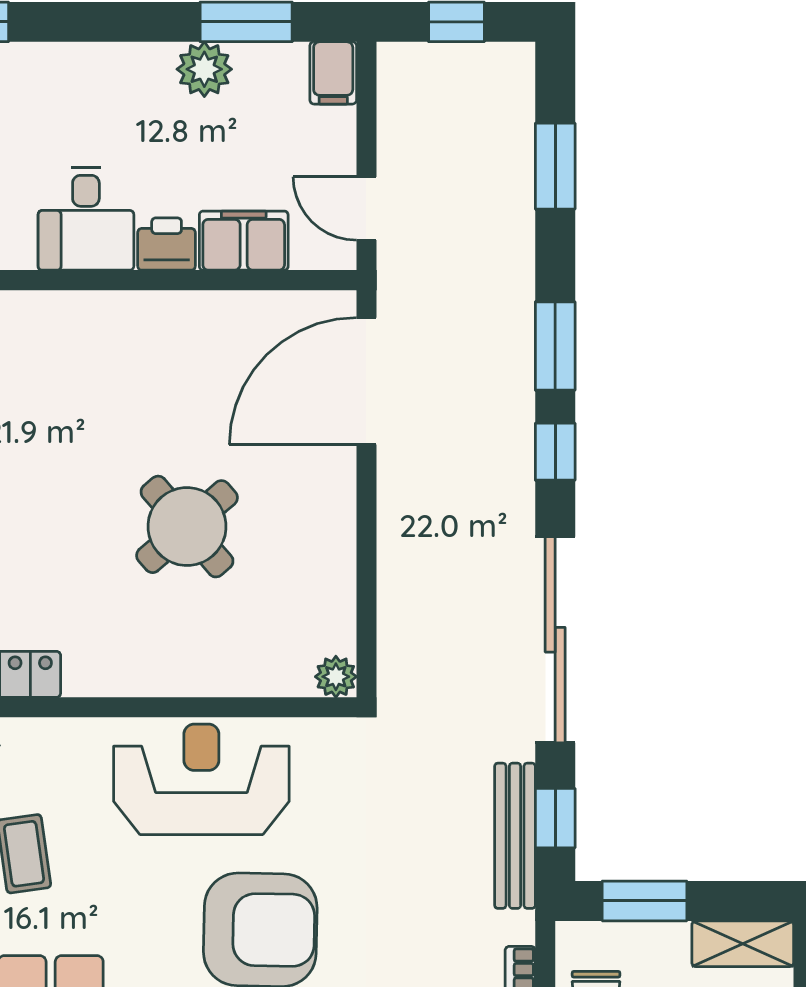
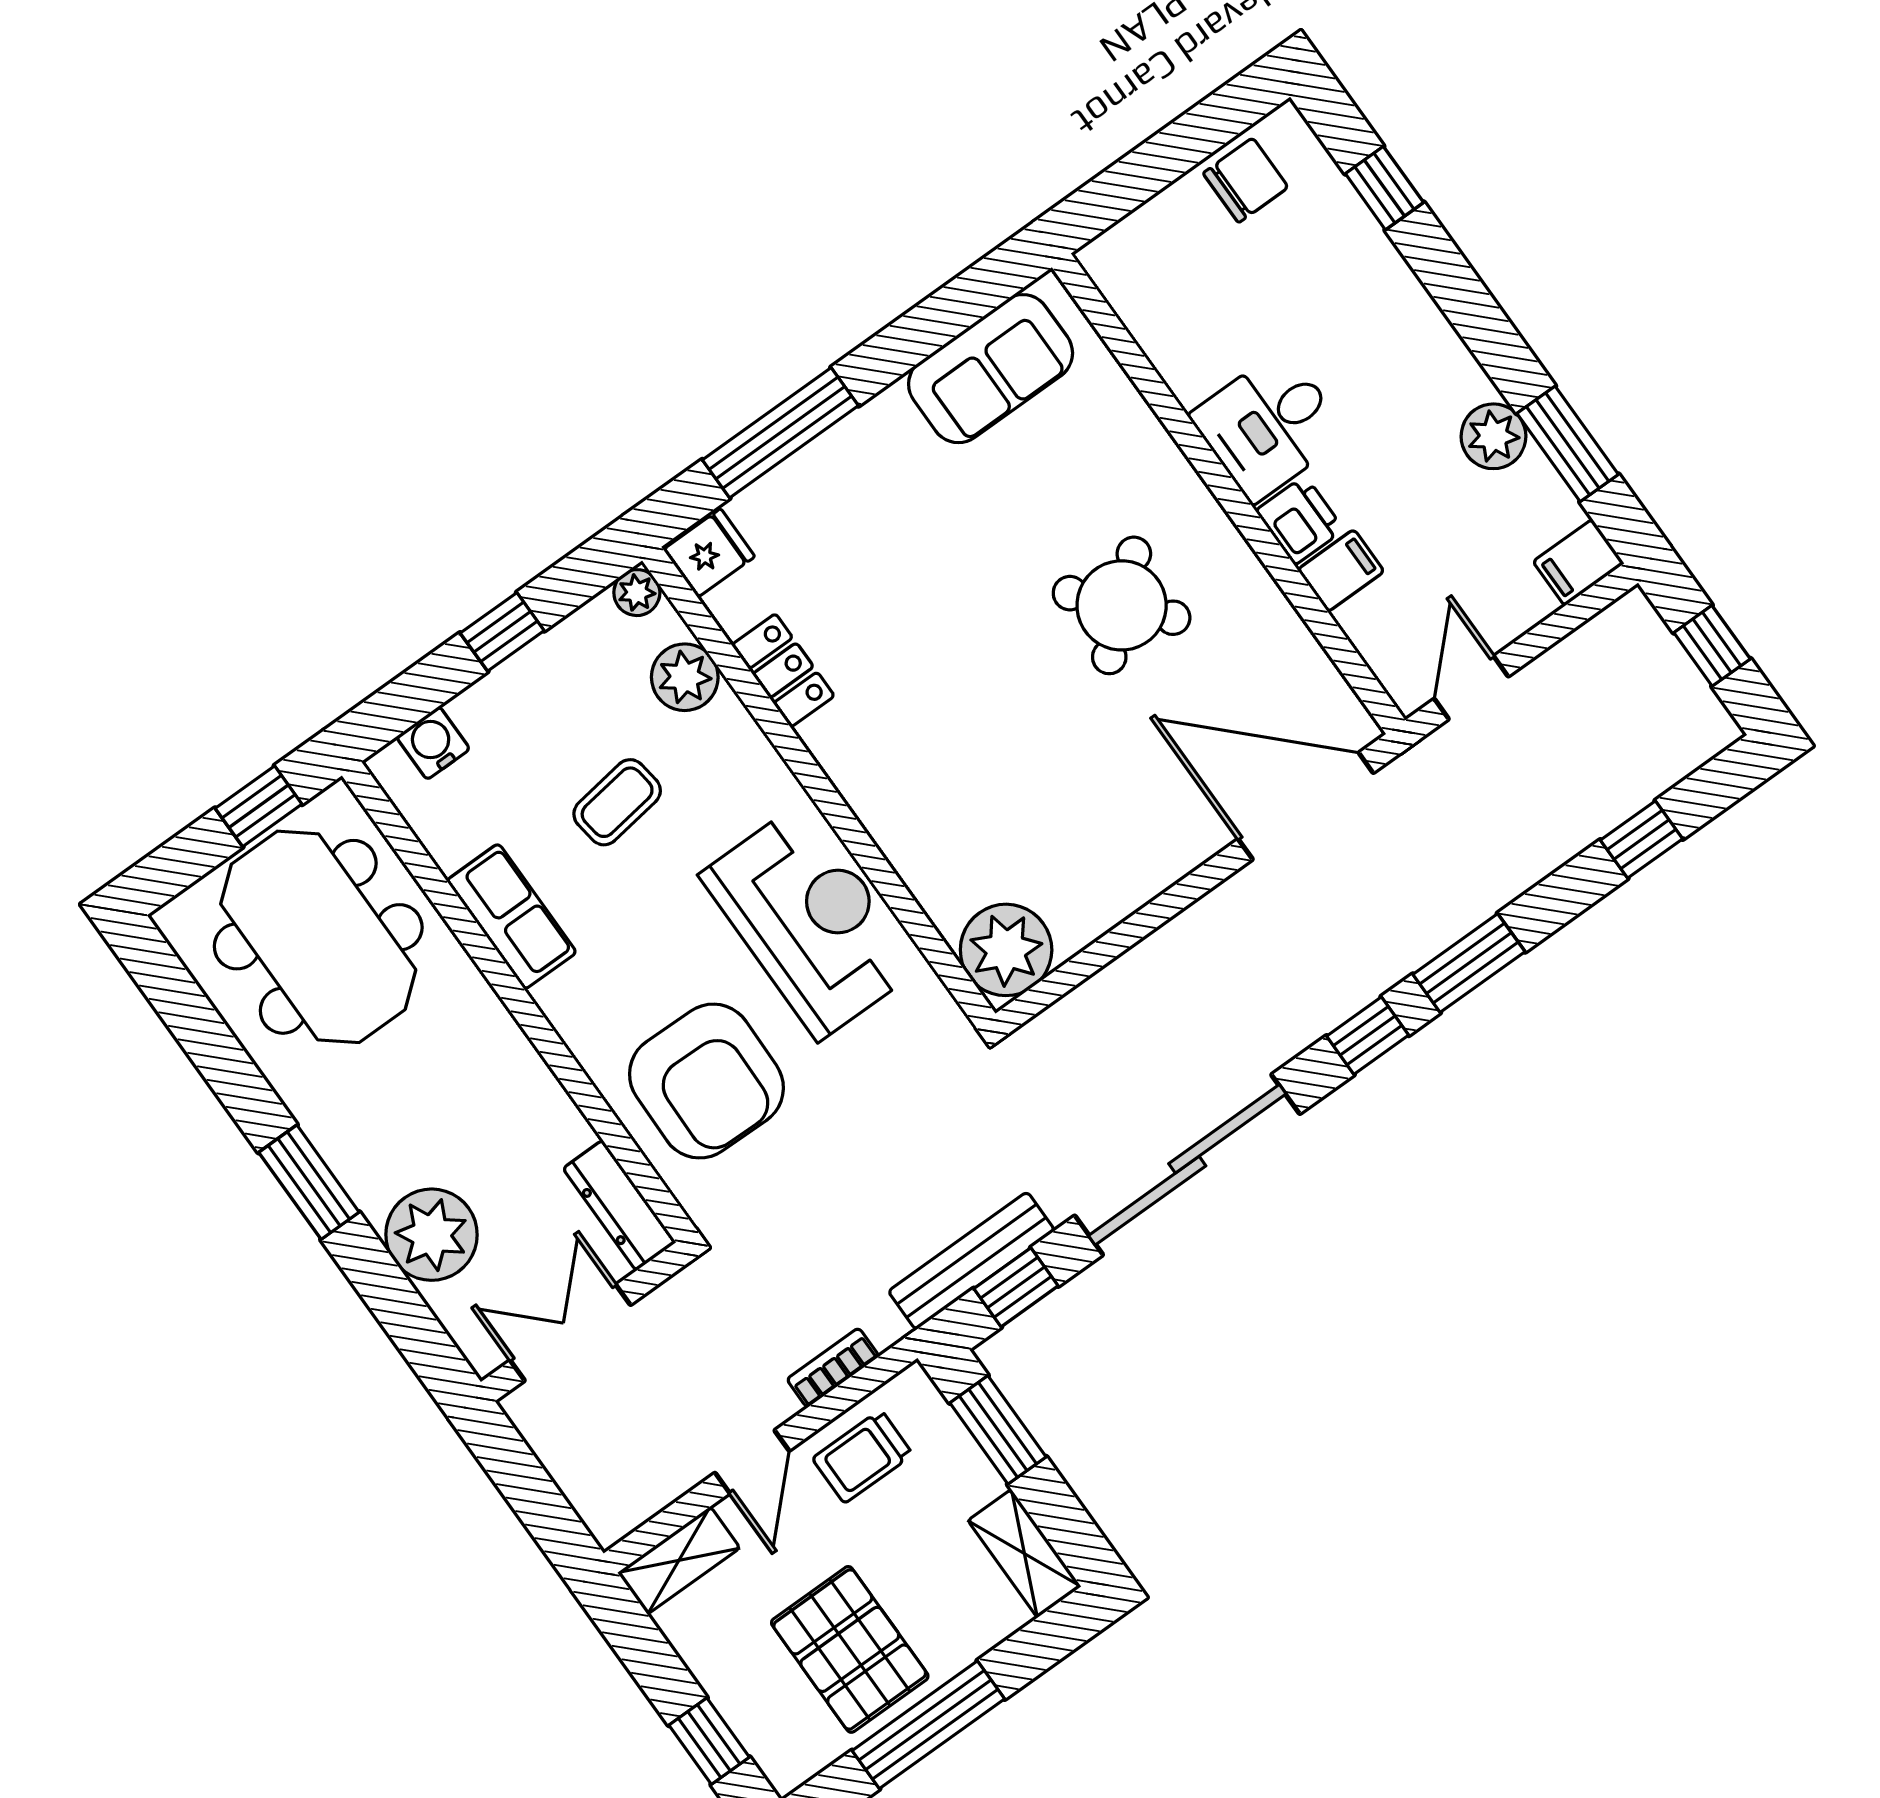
window: (555, 166) -> (1641, 840), width x0.67
filing cabinet: (244, 241) -> (1341, 571), width x0.50
round table: (187, 527) -> (1122, 605), moved
plant: (336, 677) -> (1006, 950), width x1.87, depth x1.87

